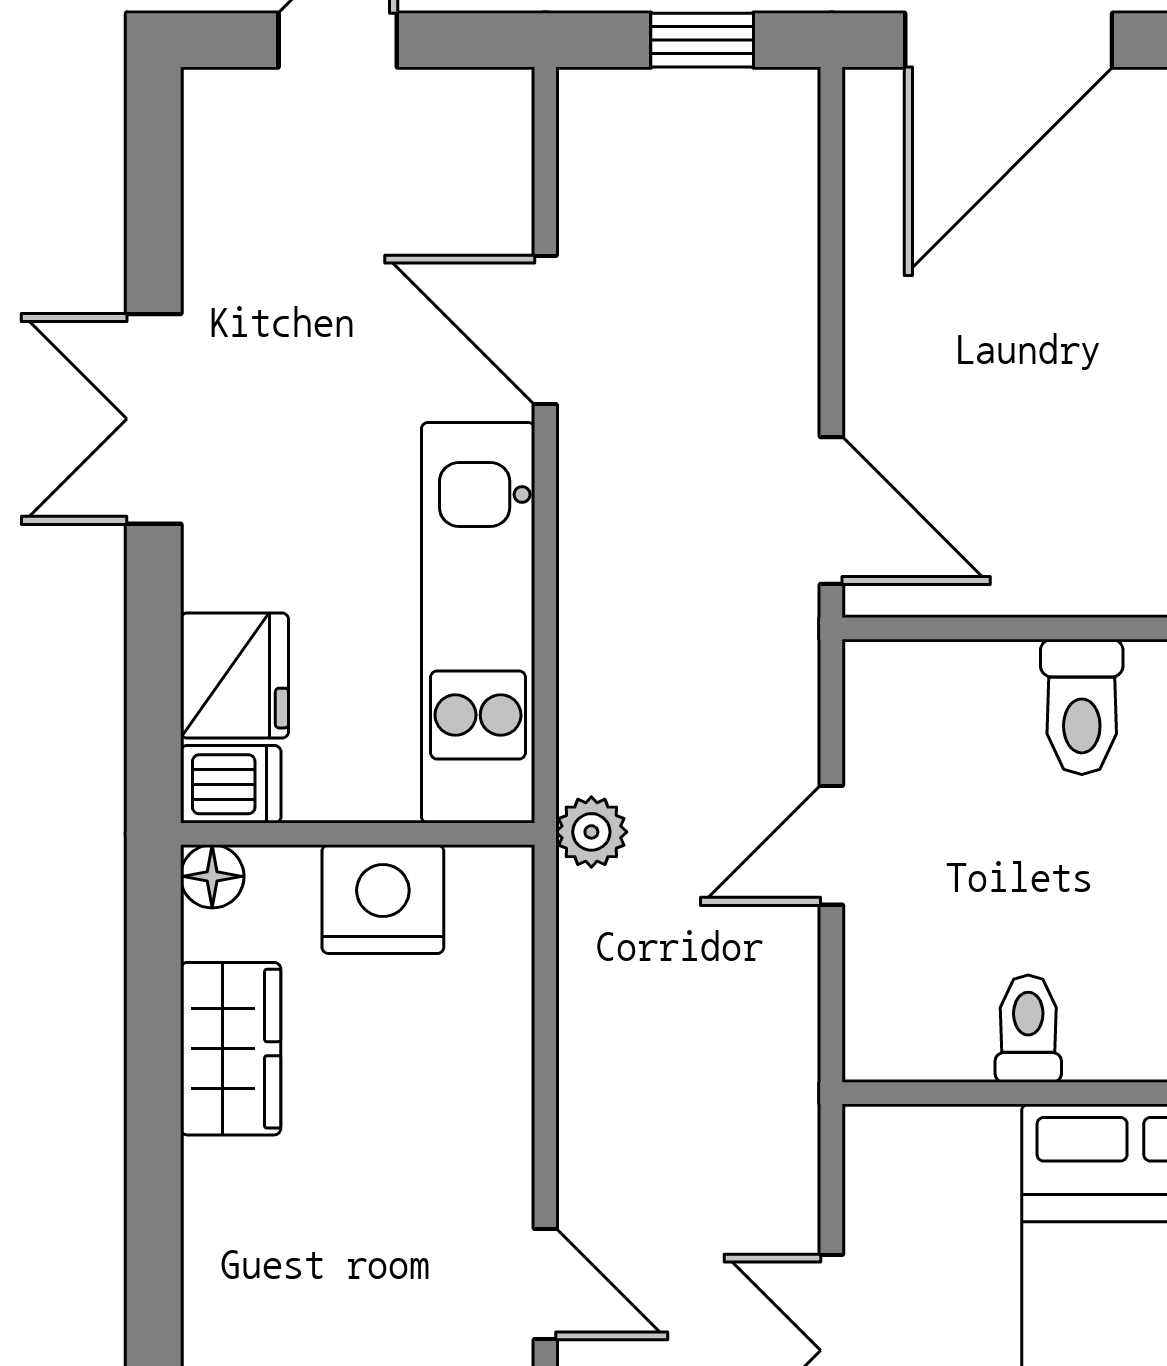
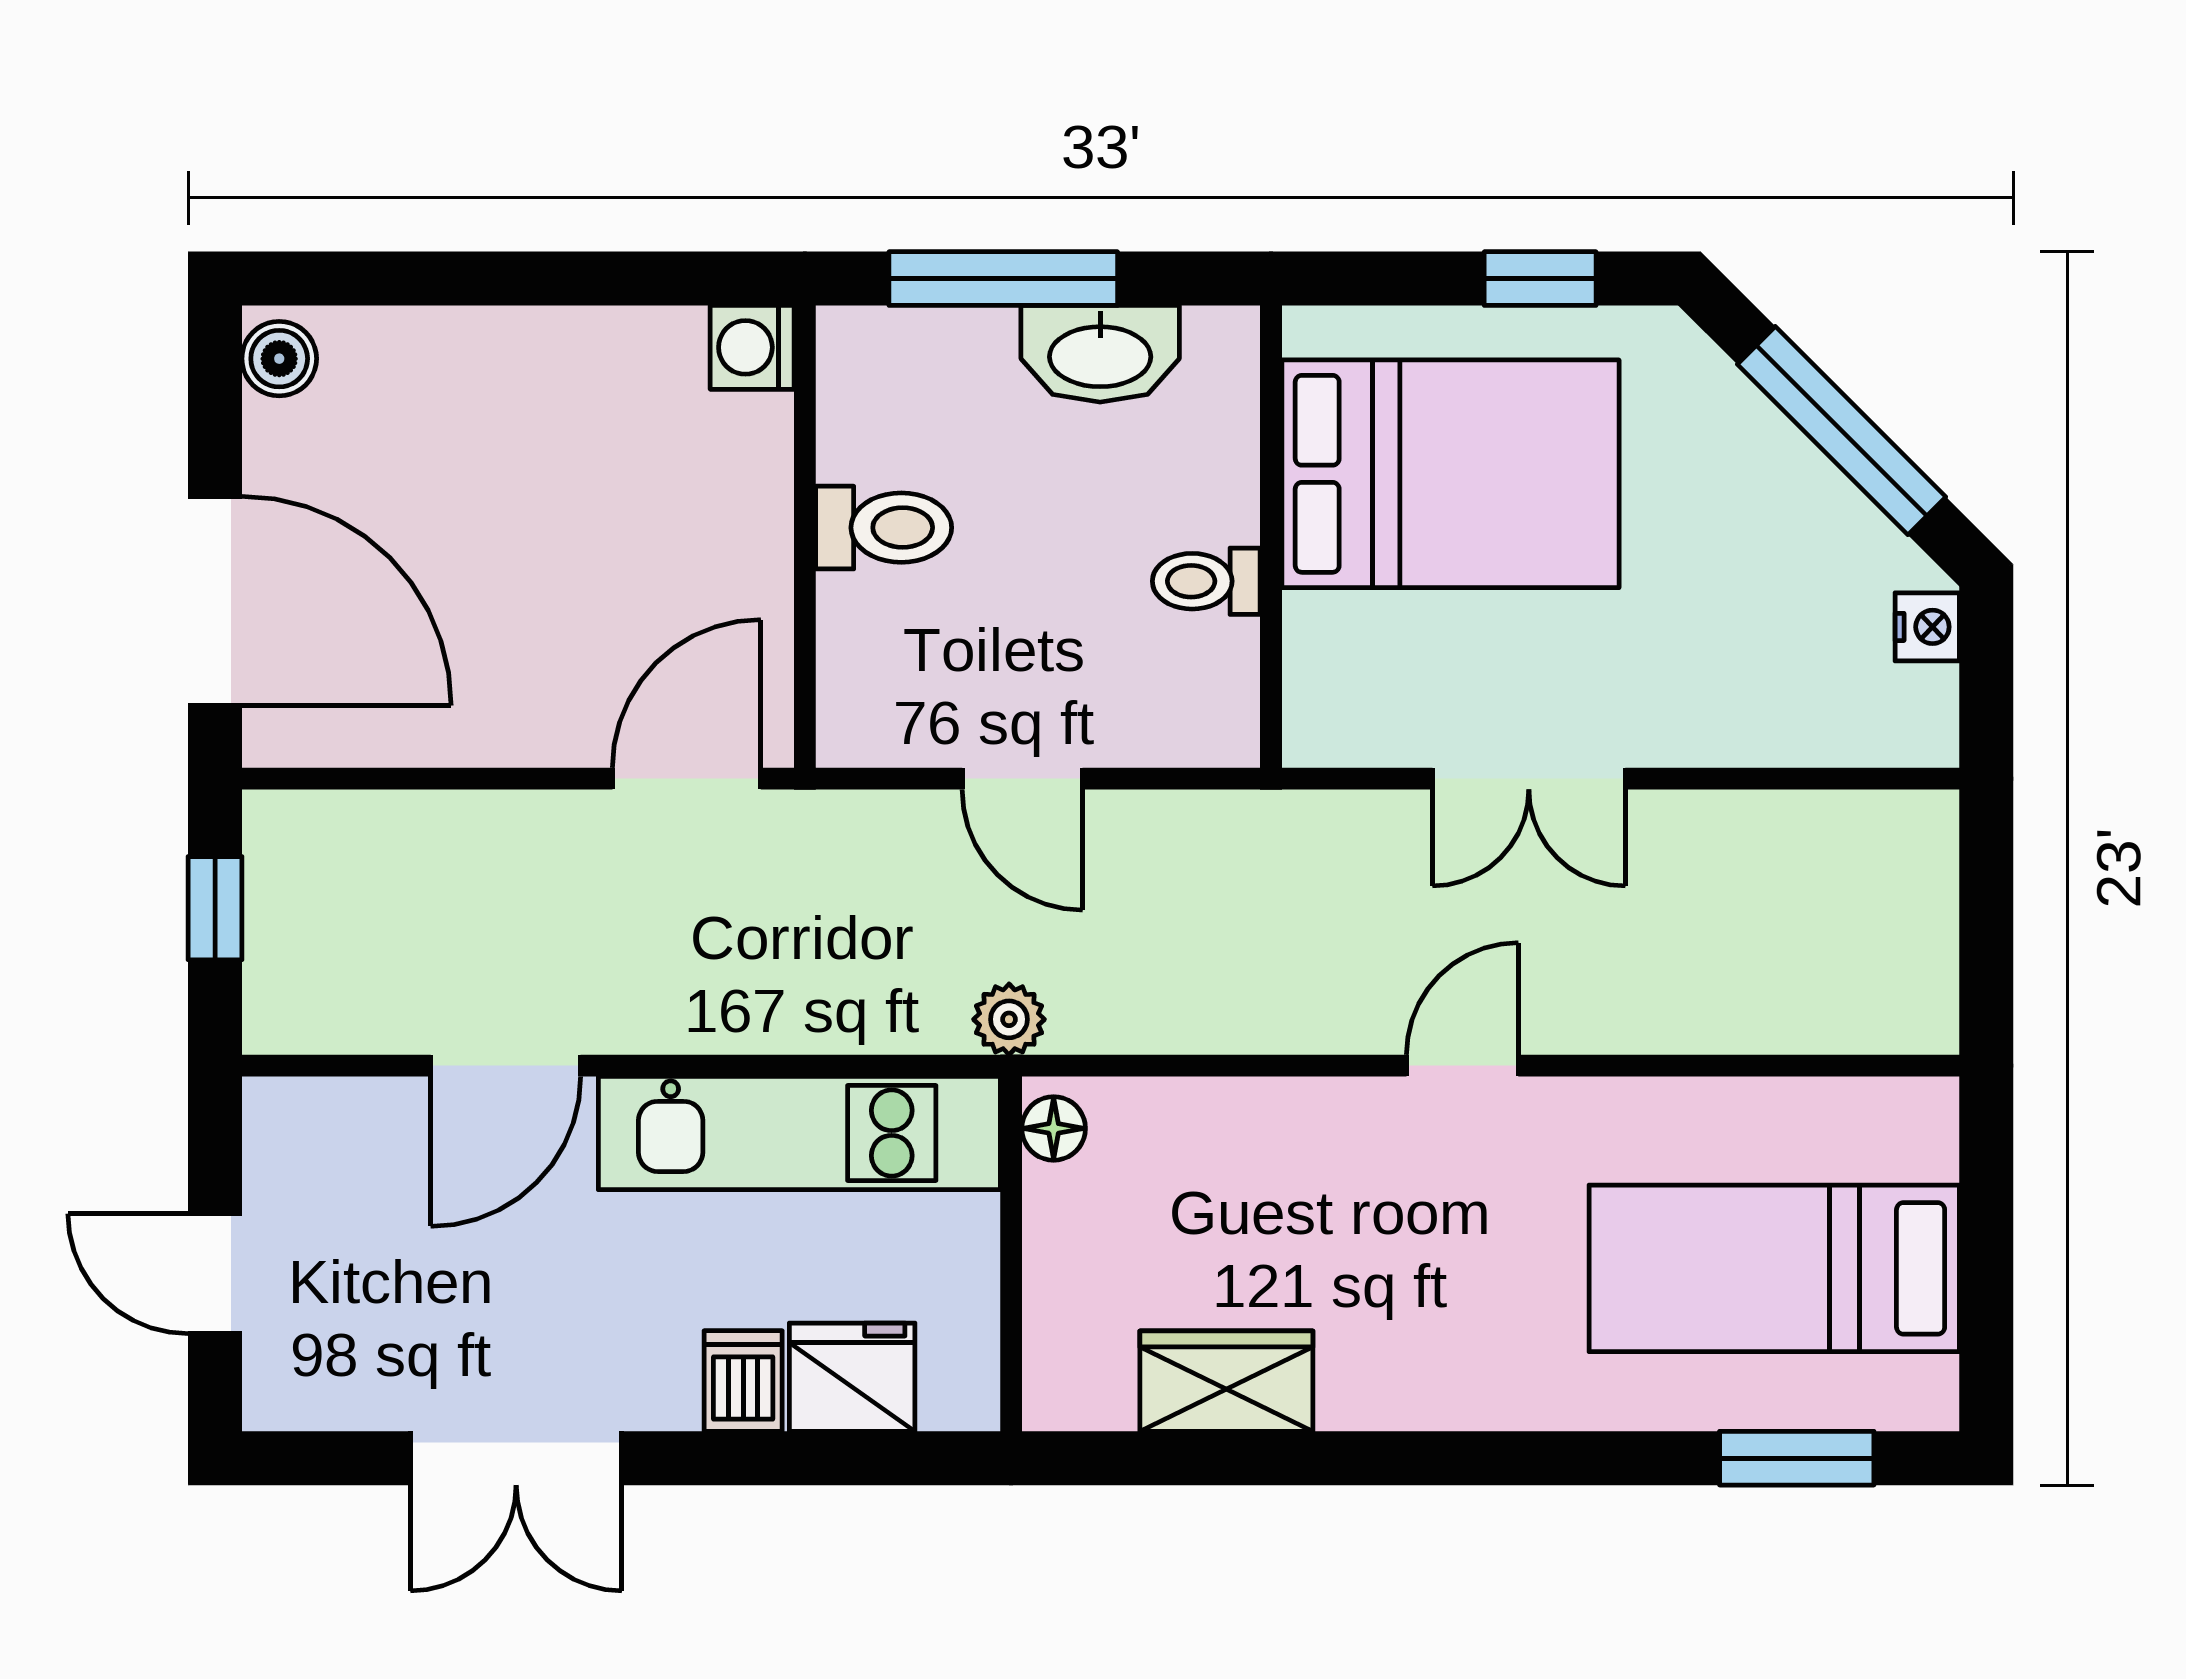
double door: (154, 419) -> (516, 1458), moved
dishwasher: (231, 784) -> (743, 1381), moved
floor lamp: (212, 876) -> (1054, 1128), moved
nightstand: (383, 899) -> (1076, 1228), removed

